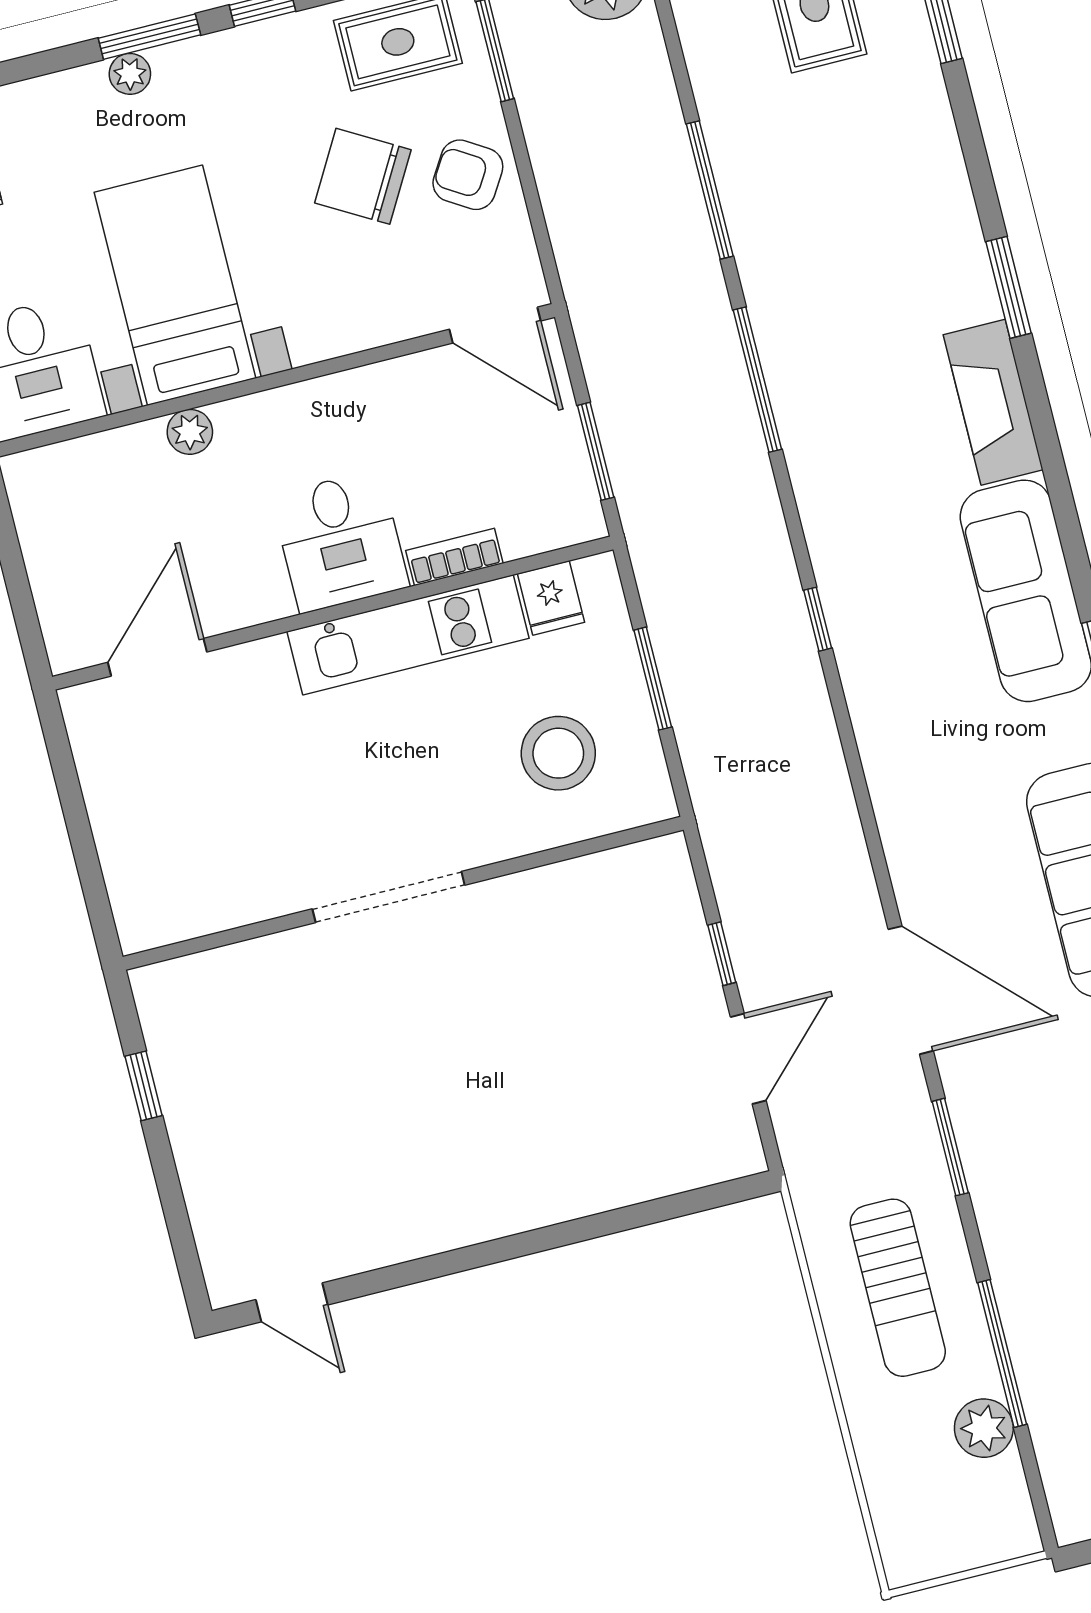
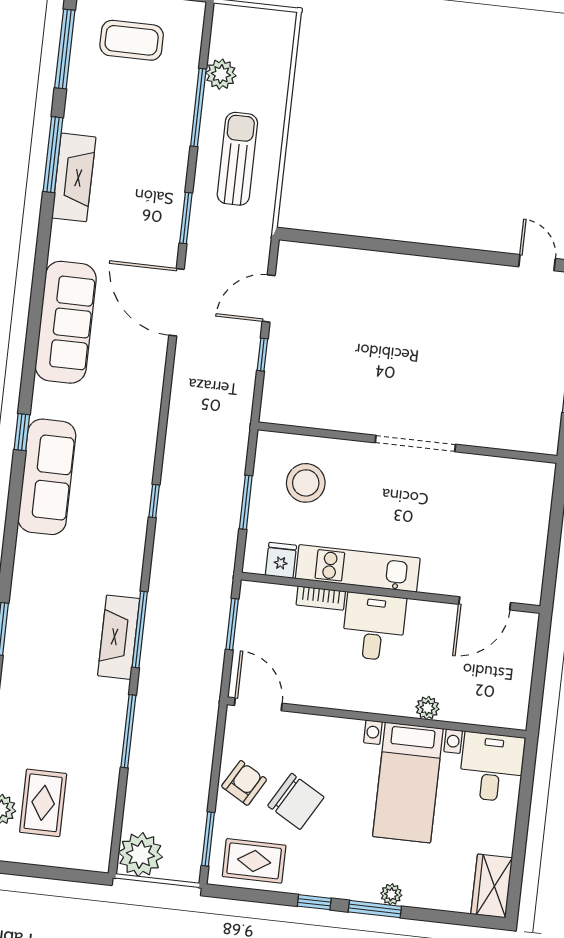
armchair: (468, 175) -> (244, 783), turned -92
fireplace: (993, 402) -> (119, 637), moved, turned 180

